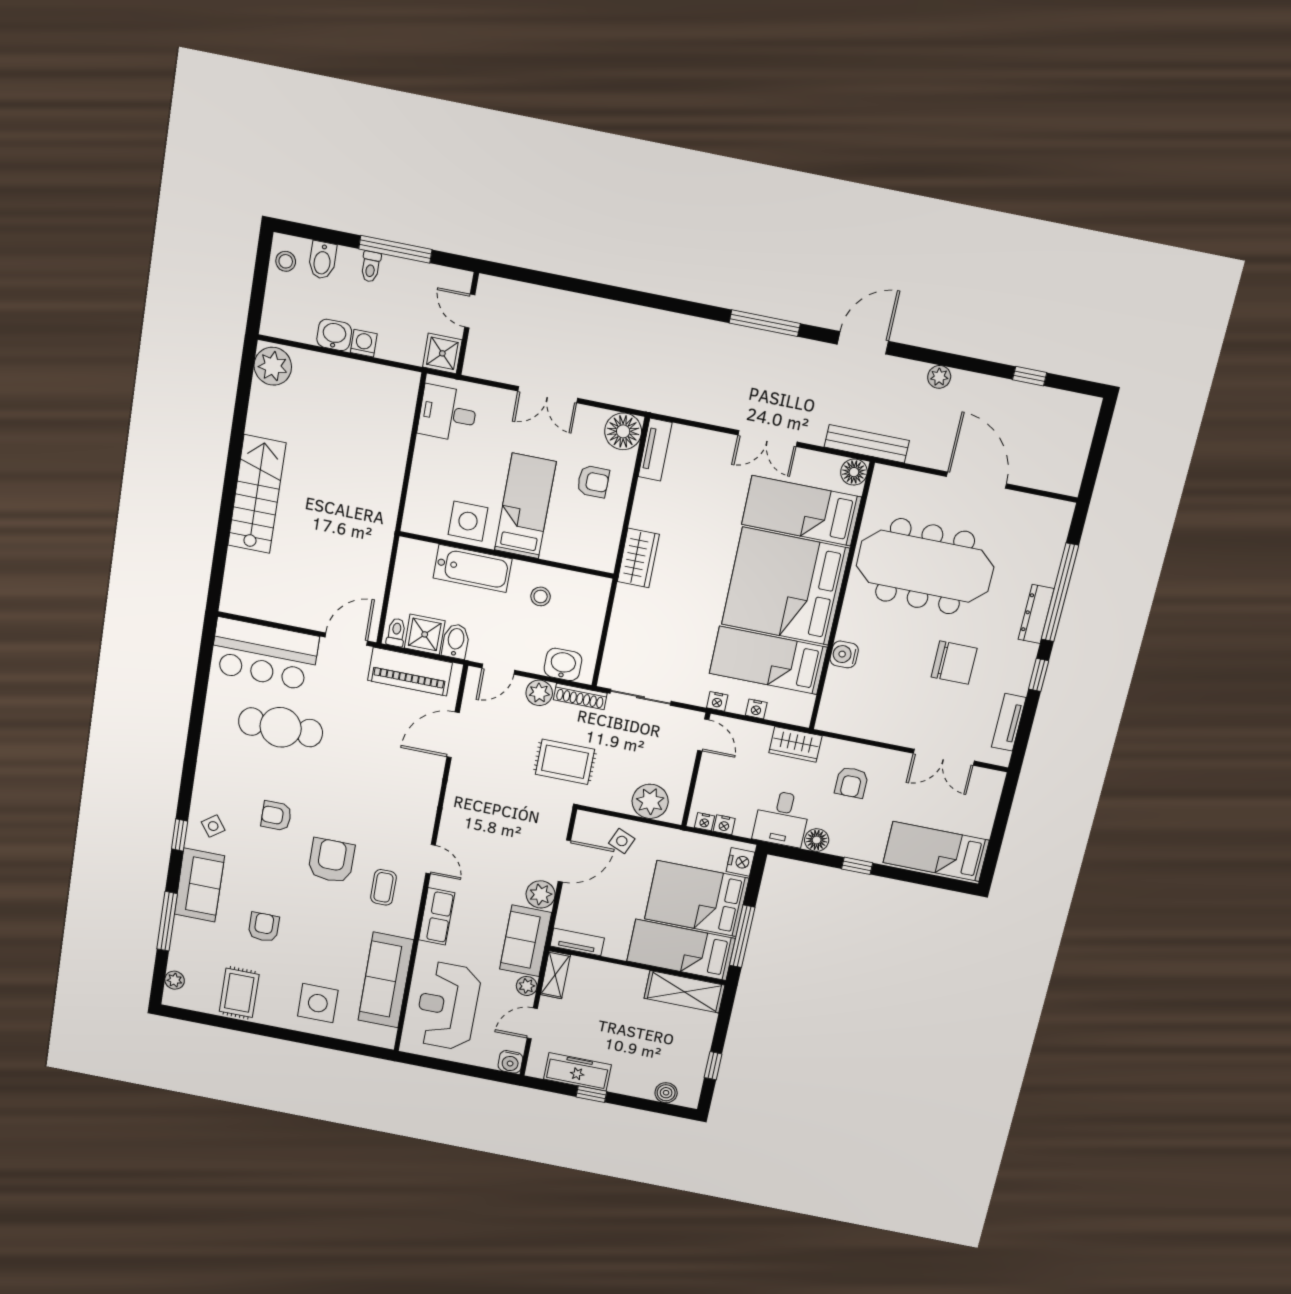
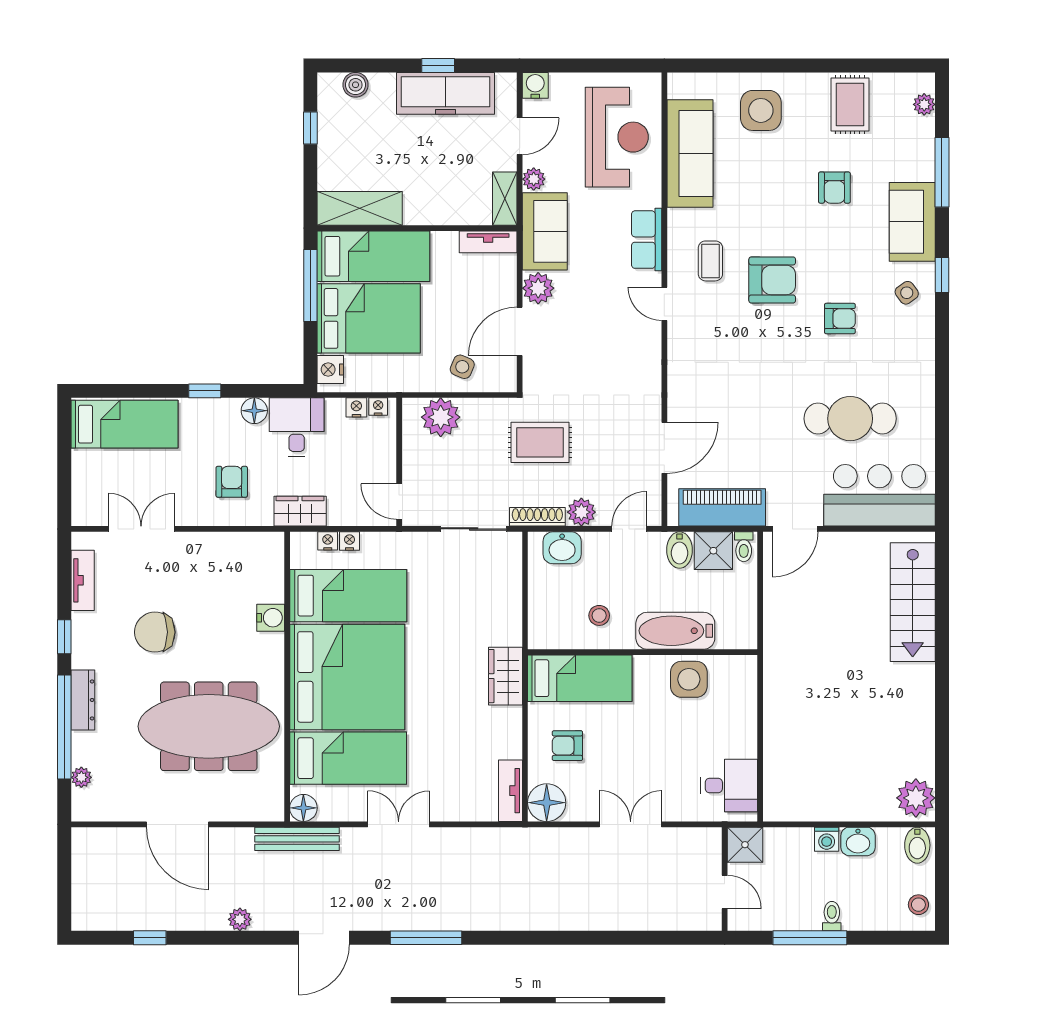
bidet: (322, 260) -> (917, 845), moved, turned 180
stairs: (257, 494) -> (913, 602), moved
bed: (525, 506) -> (580, 678), moved, turned -90
plant: (1056, 543) -> (81, 777), added
nightstand: (717, 701) -> (328, 541), moved
armchair: (331, 861) -> (772, 280), turned -90
freezer: (577, 1072) -> (446, 93), width x1.36, depth x1.26

